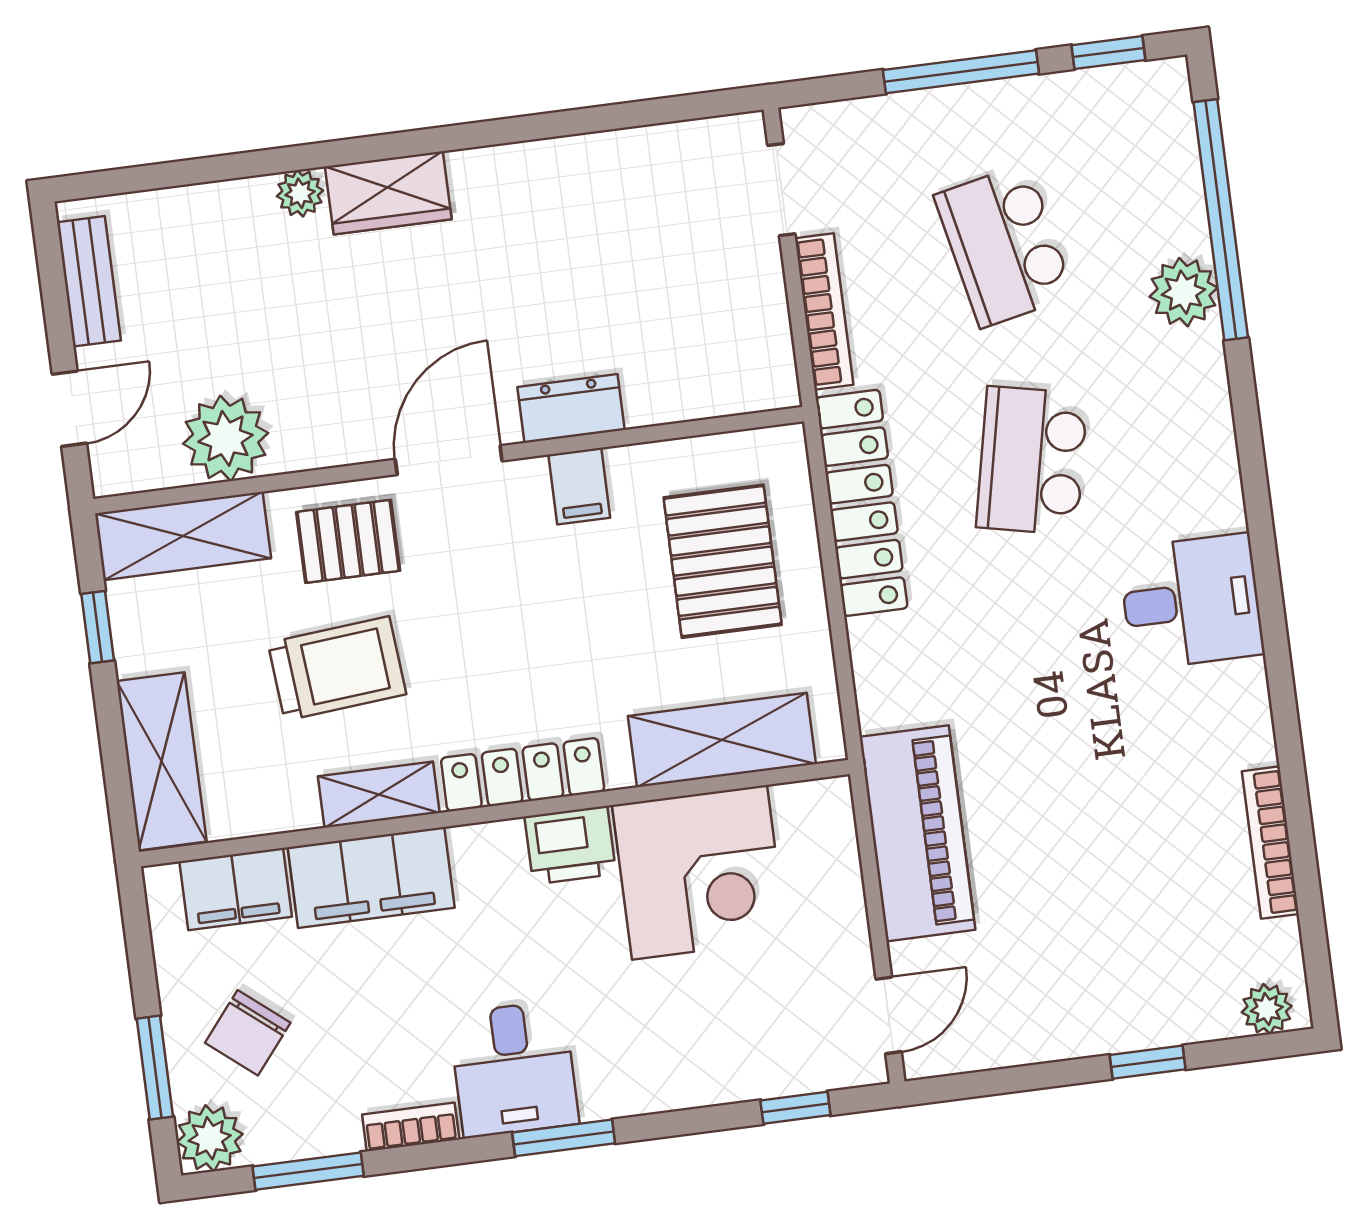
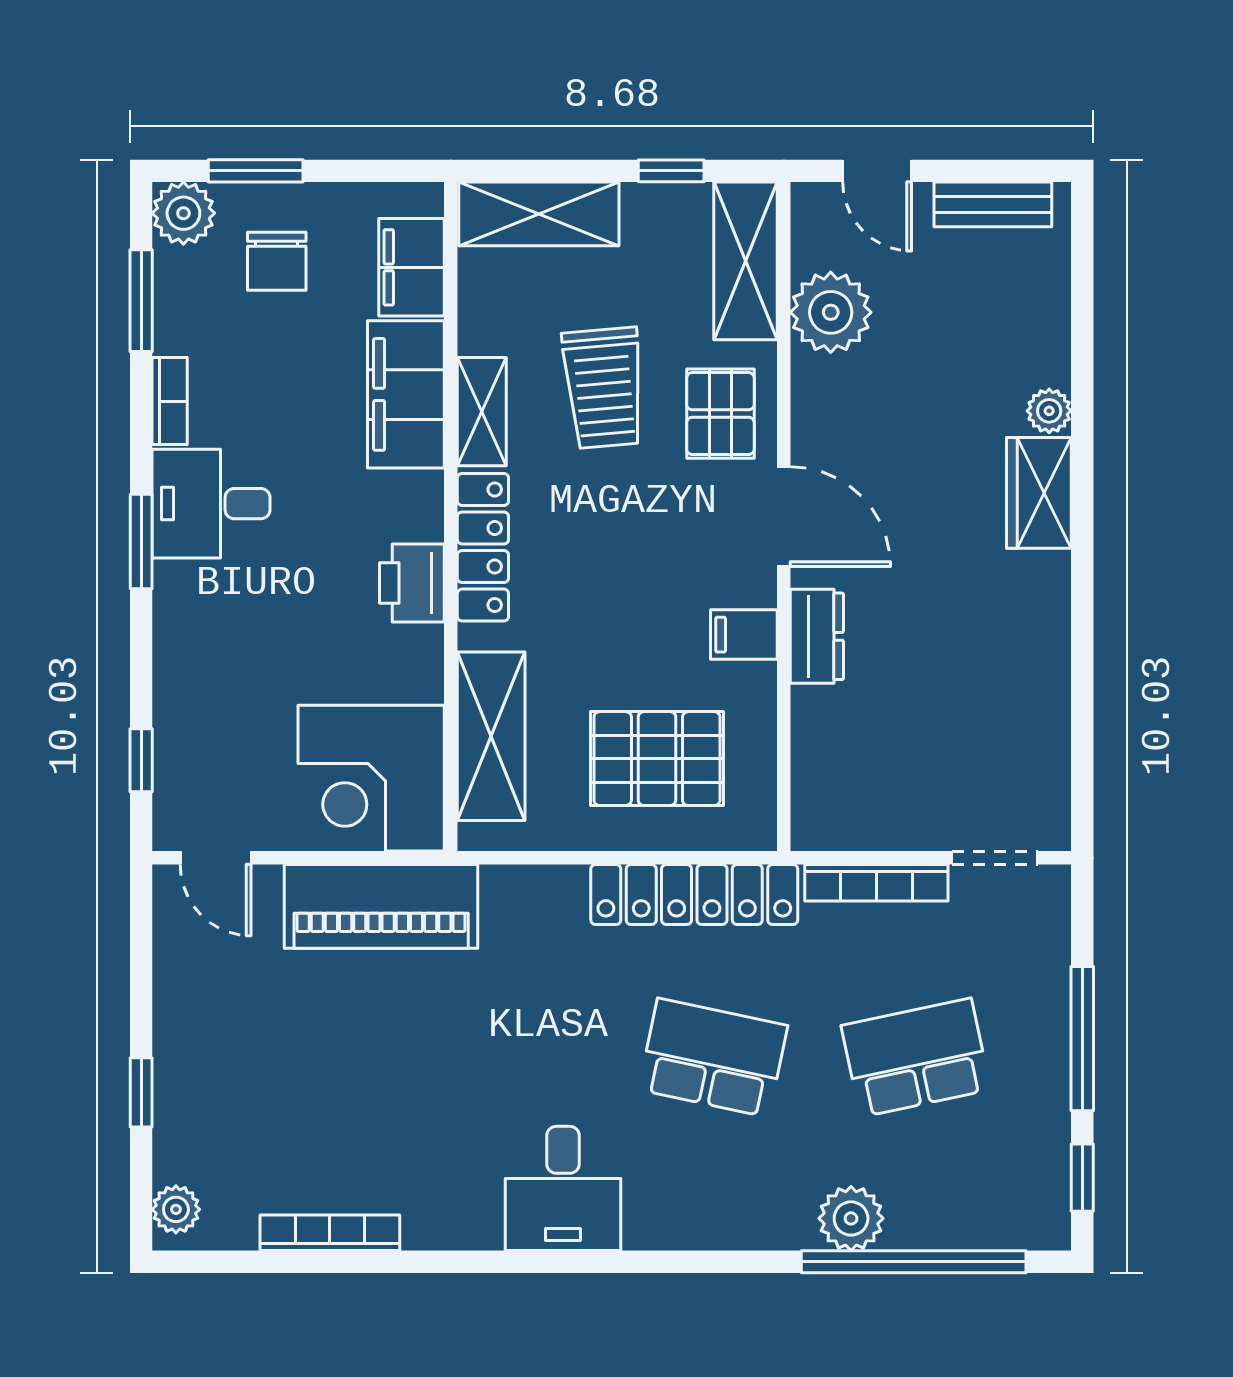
corner desk: (699, 872) -> (371, 778), moved
chair: (248, 1033) -> (277, 261), turned -129

